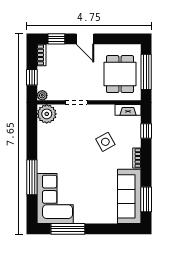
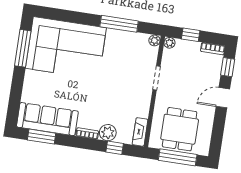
dining table: (120, 74) -> (180, 129), turned 90
plant: (47, 114) -> (154, 40), width x0.53, depth x0.53
plant: (133, 139) -> (108, 133), added
side table: (105, 142) -> (110, 103), removed
window: (32, 177) -> (119, 24), moved
corner sofa: (55, 199) -> (66, 48), width x1.36, depth x1.36

